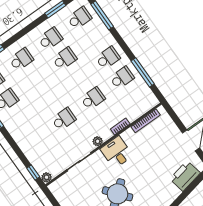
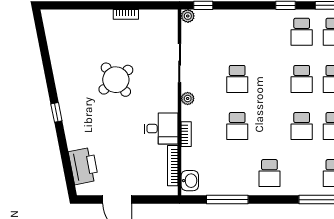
school desk: (122, 78) -> (302, 79), moved
washbasin: (147, 104) -> (190, 181), added
desk: (117, 152) -> (161, 129), moved

